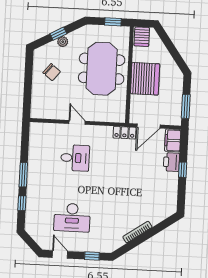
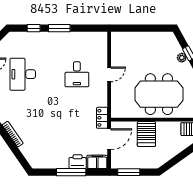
chair: (52, 72) -> (154, 49), removed
server rack: (145, 79) -> (146, 134), width x0.62
door: (148, 126) -> (109, 139), swing flipped
window: (183, 170) -> (71, 172), width x2.17

